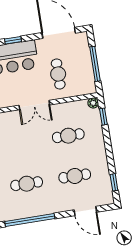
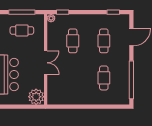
cafe table: (58, 74) -> (22, 30), moved

